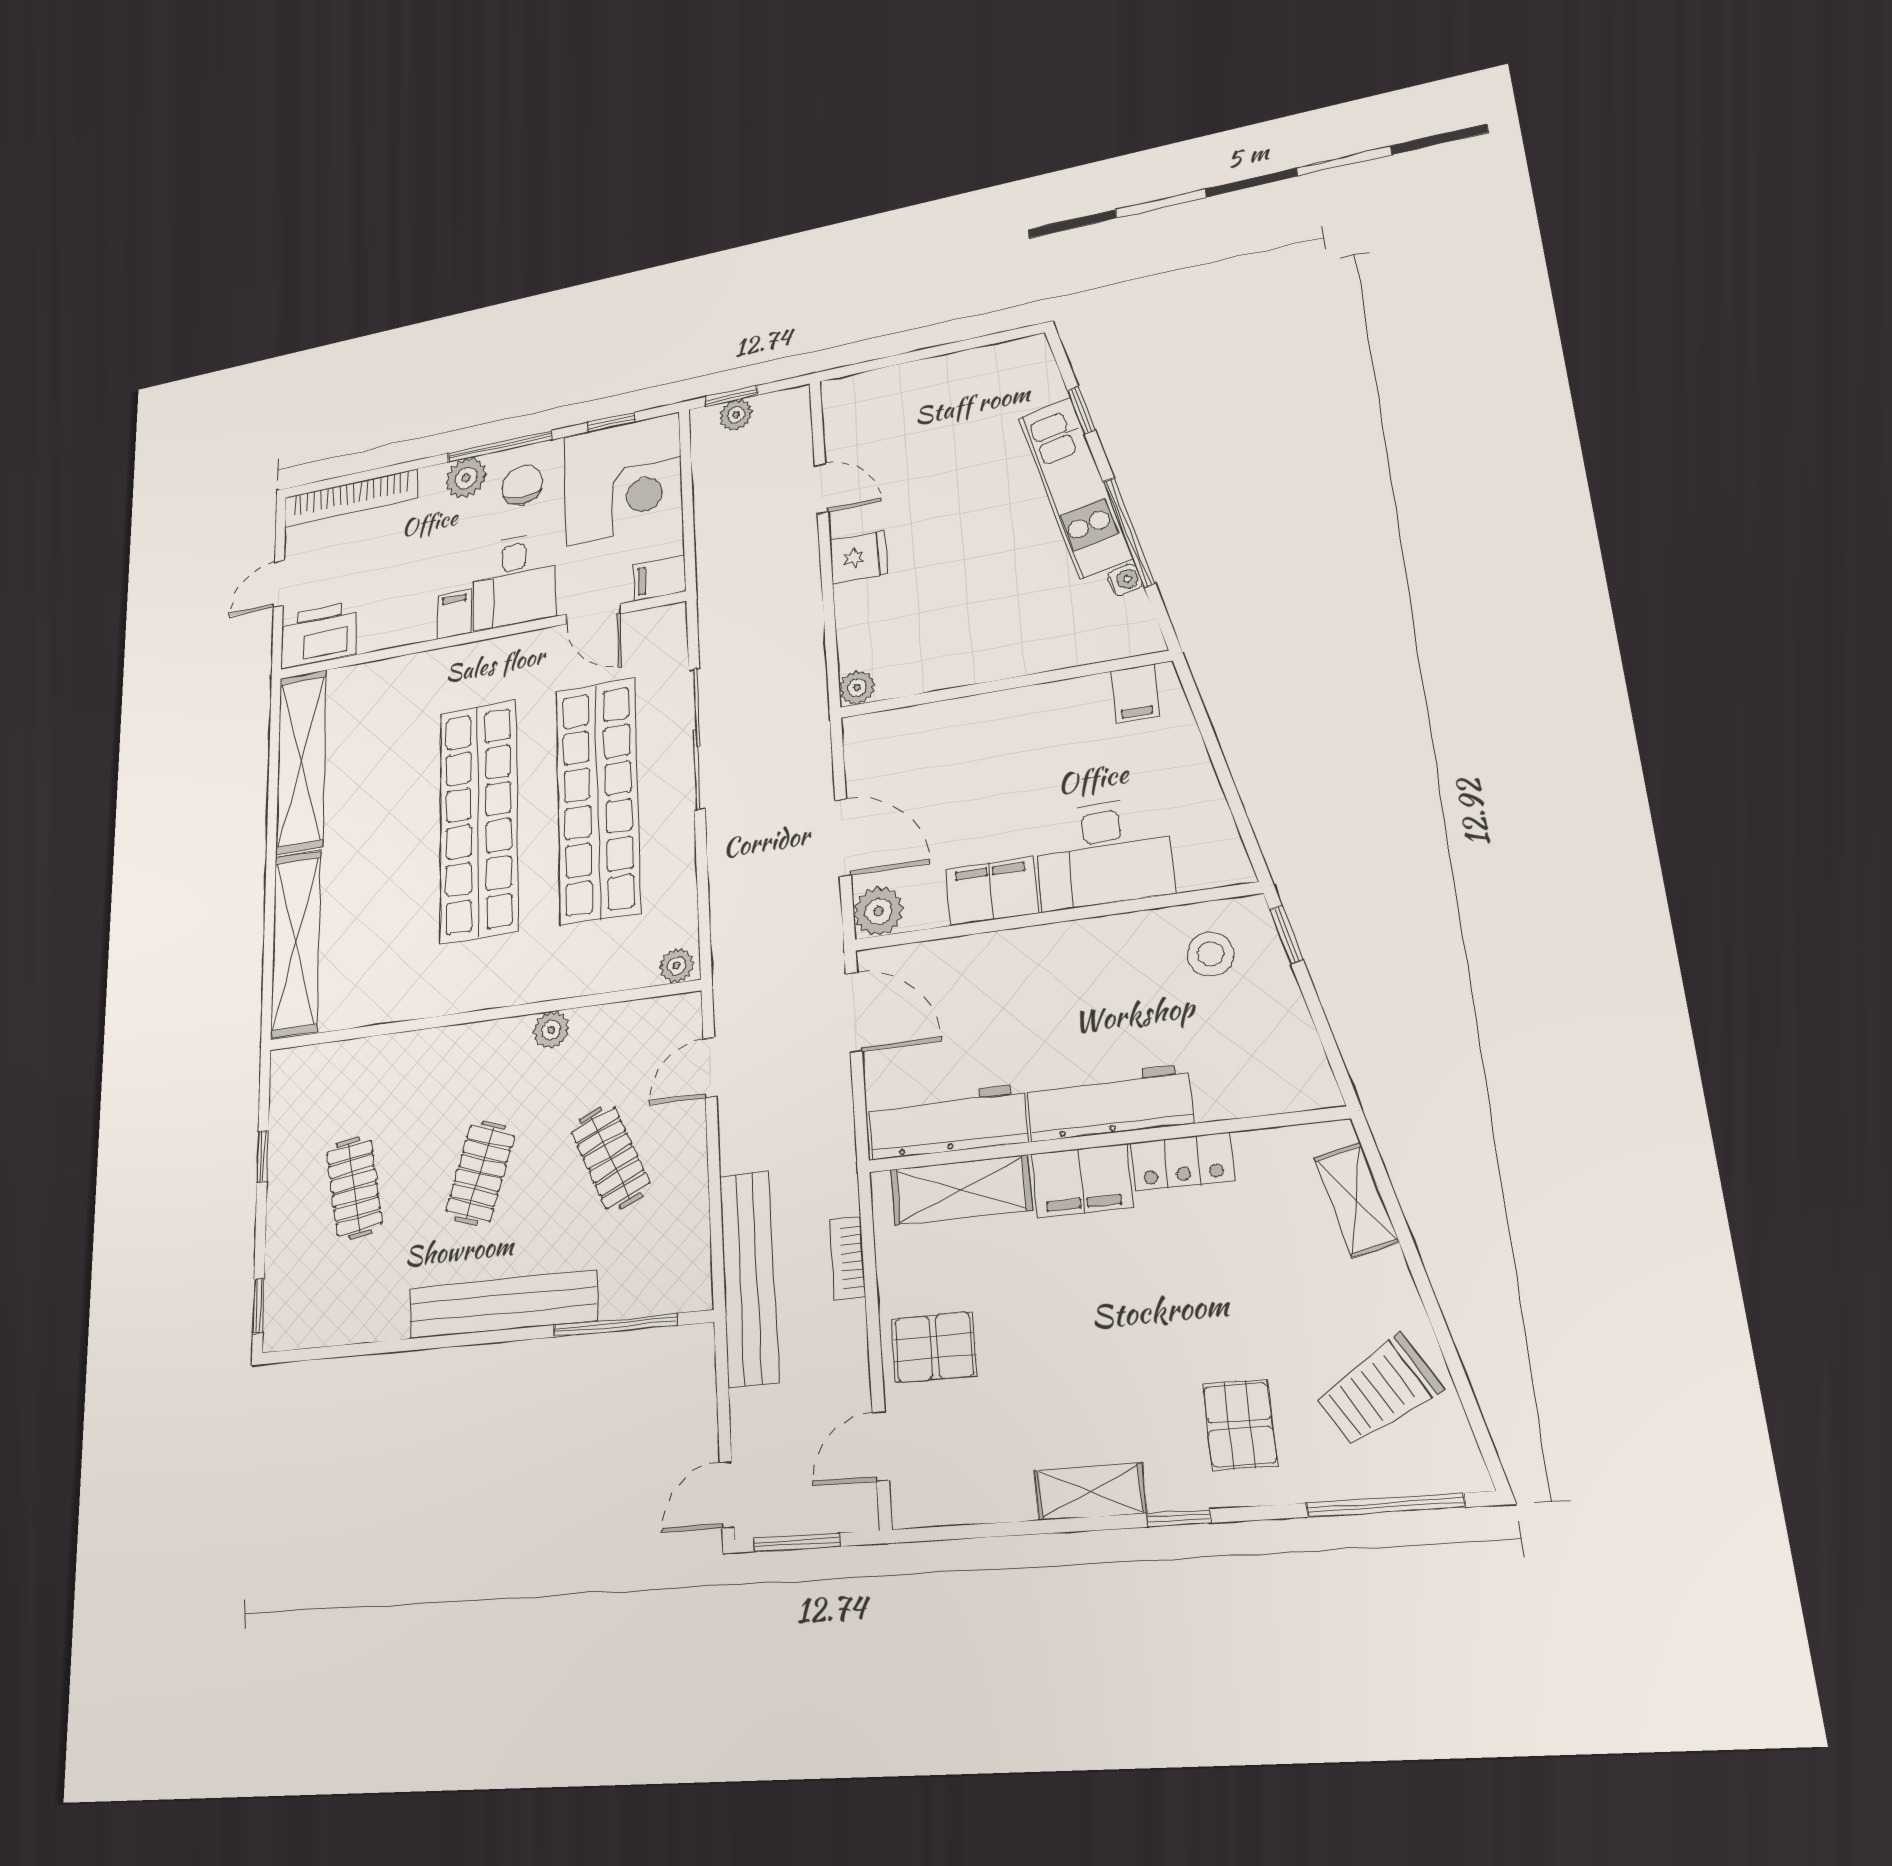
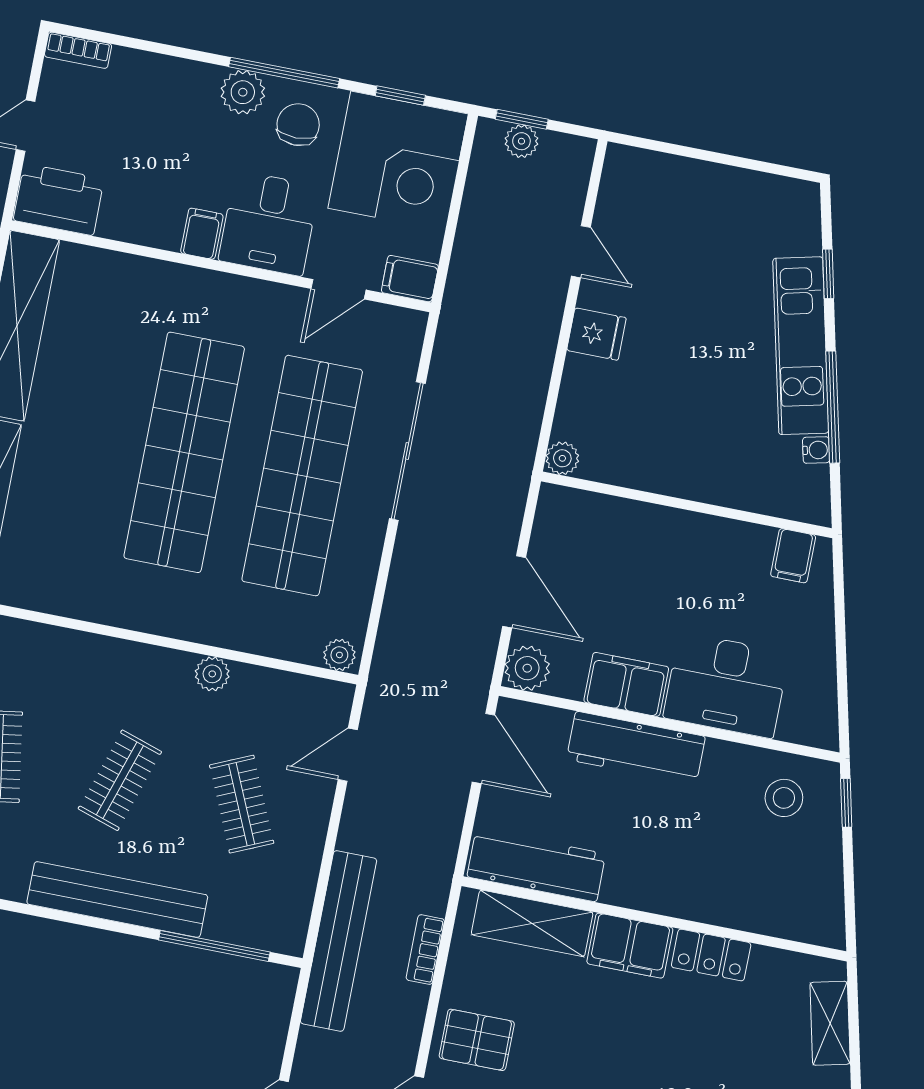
bookcase: (351, 498) -> (78, 50), width x0.43, depth x0.76
door: (593, 614) -> (339, 289), hinge flipped
workbench: (1109, 1103) -> (636, 748), moved, turned 180

